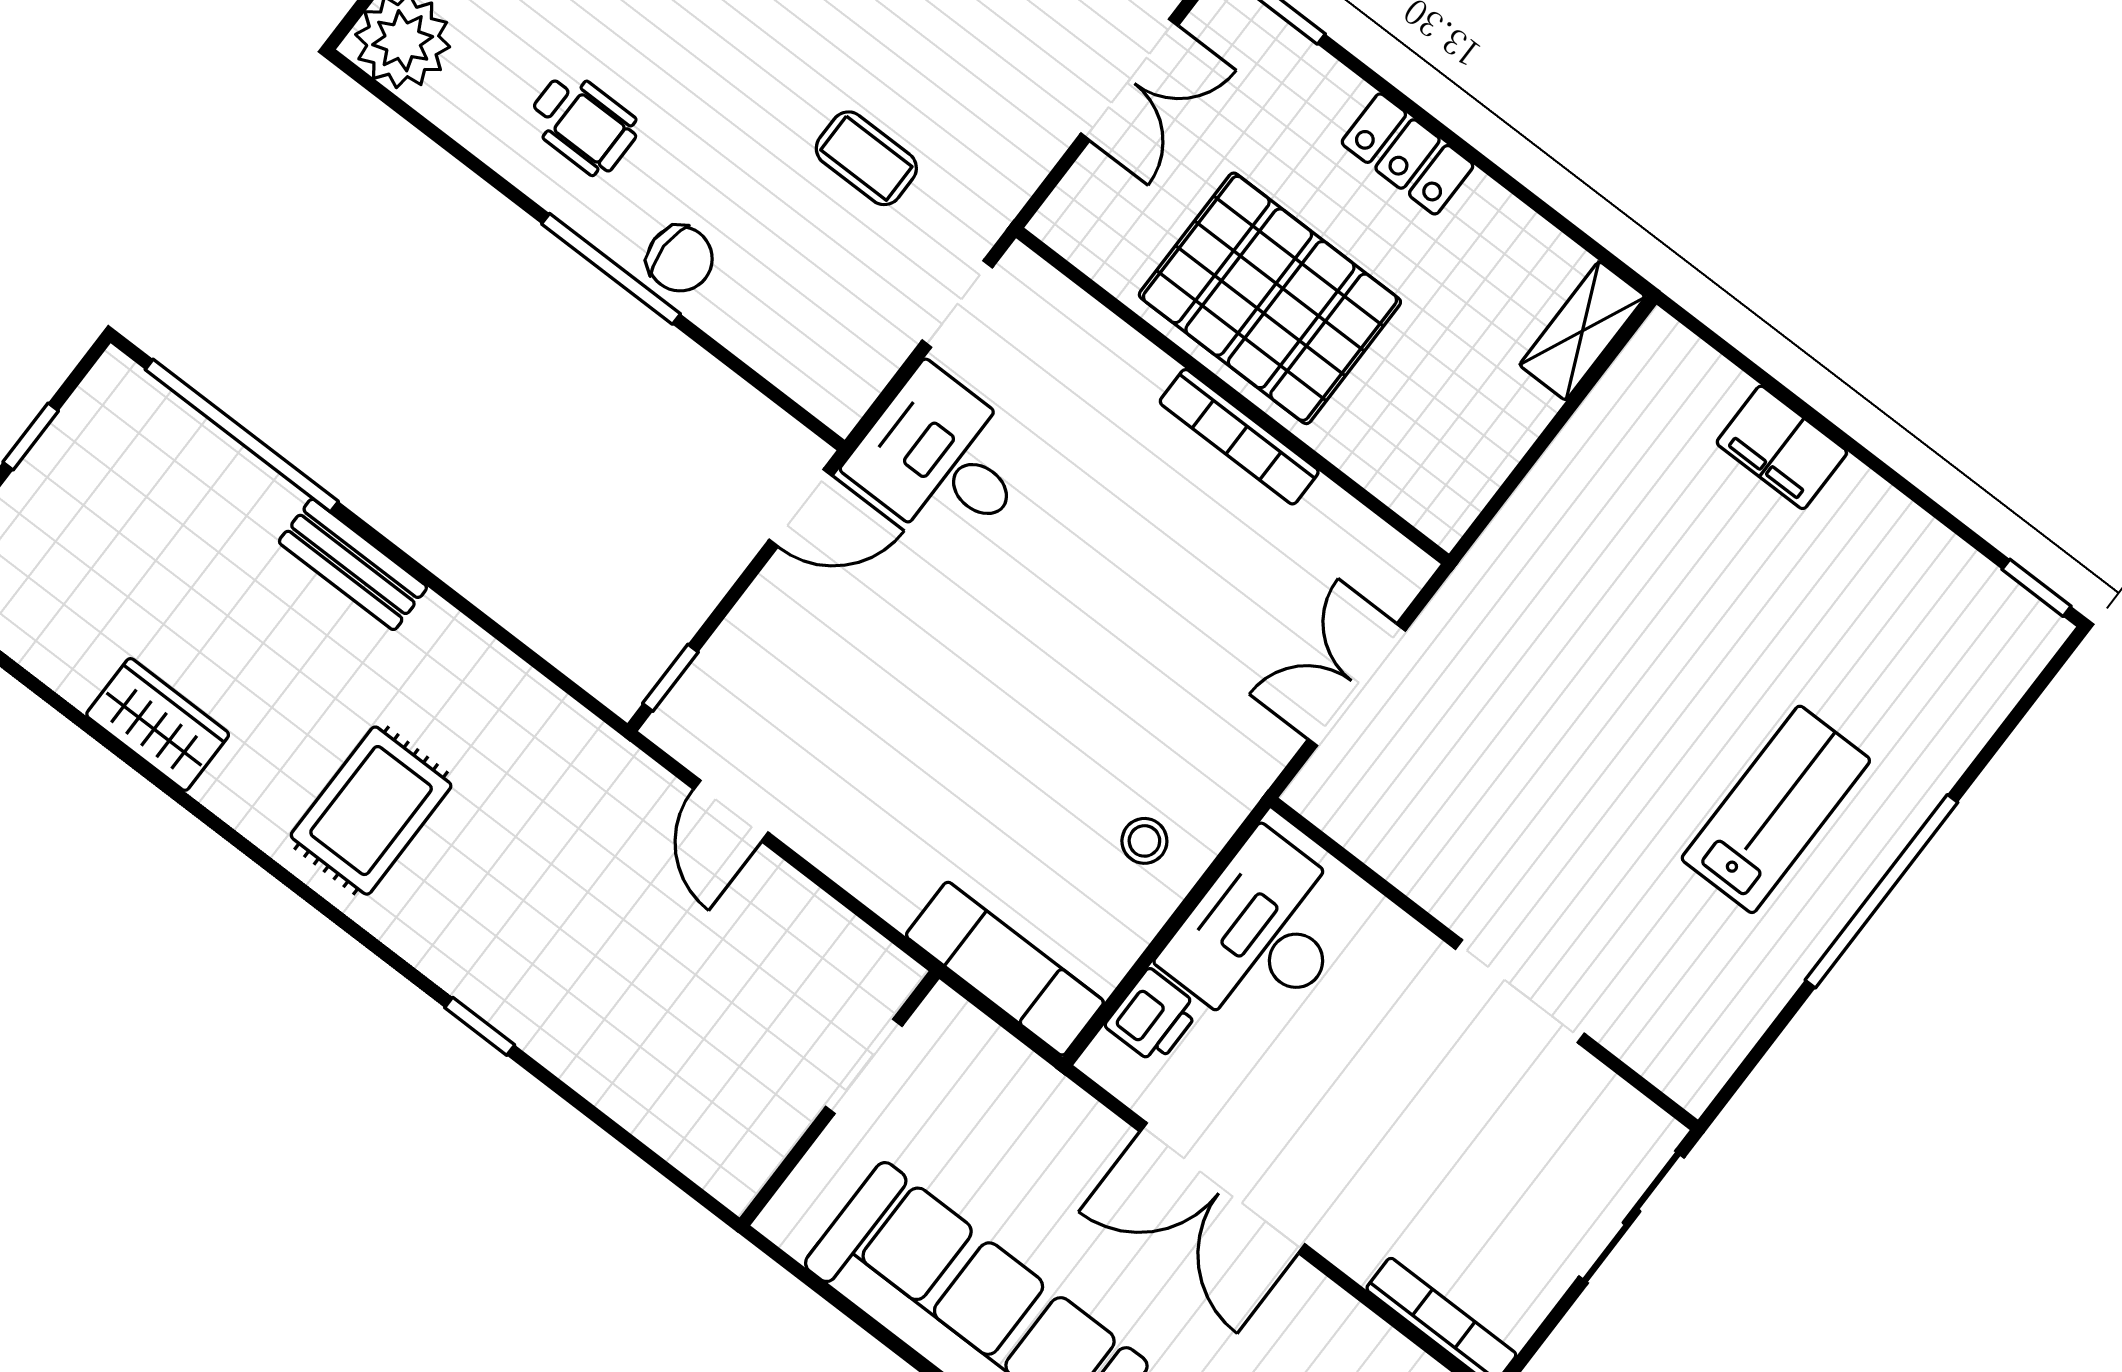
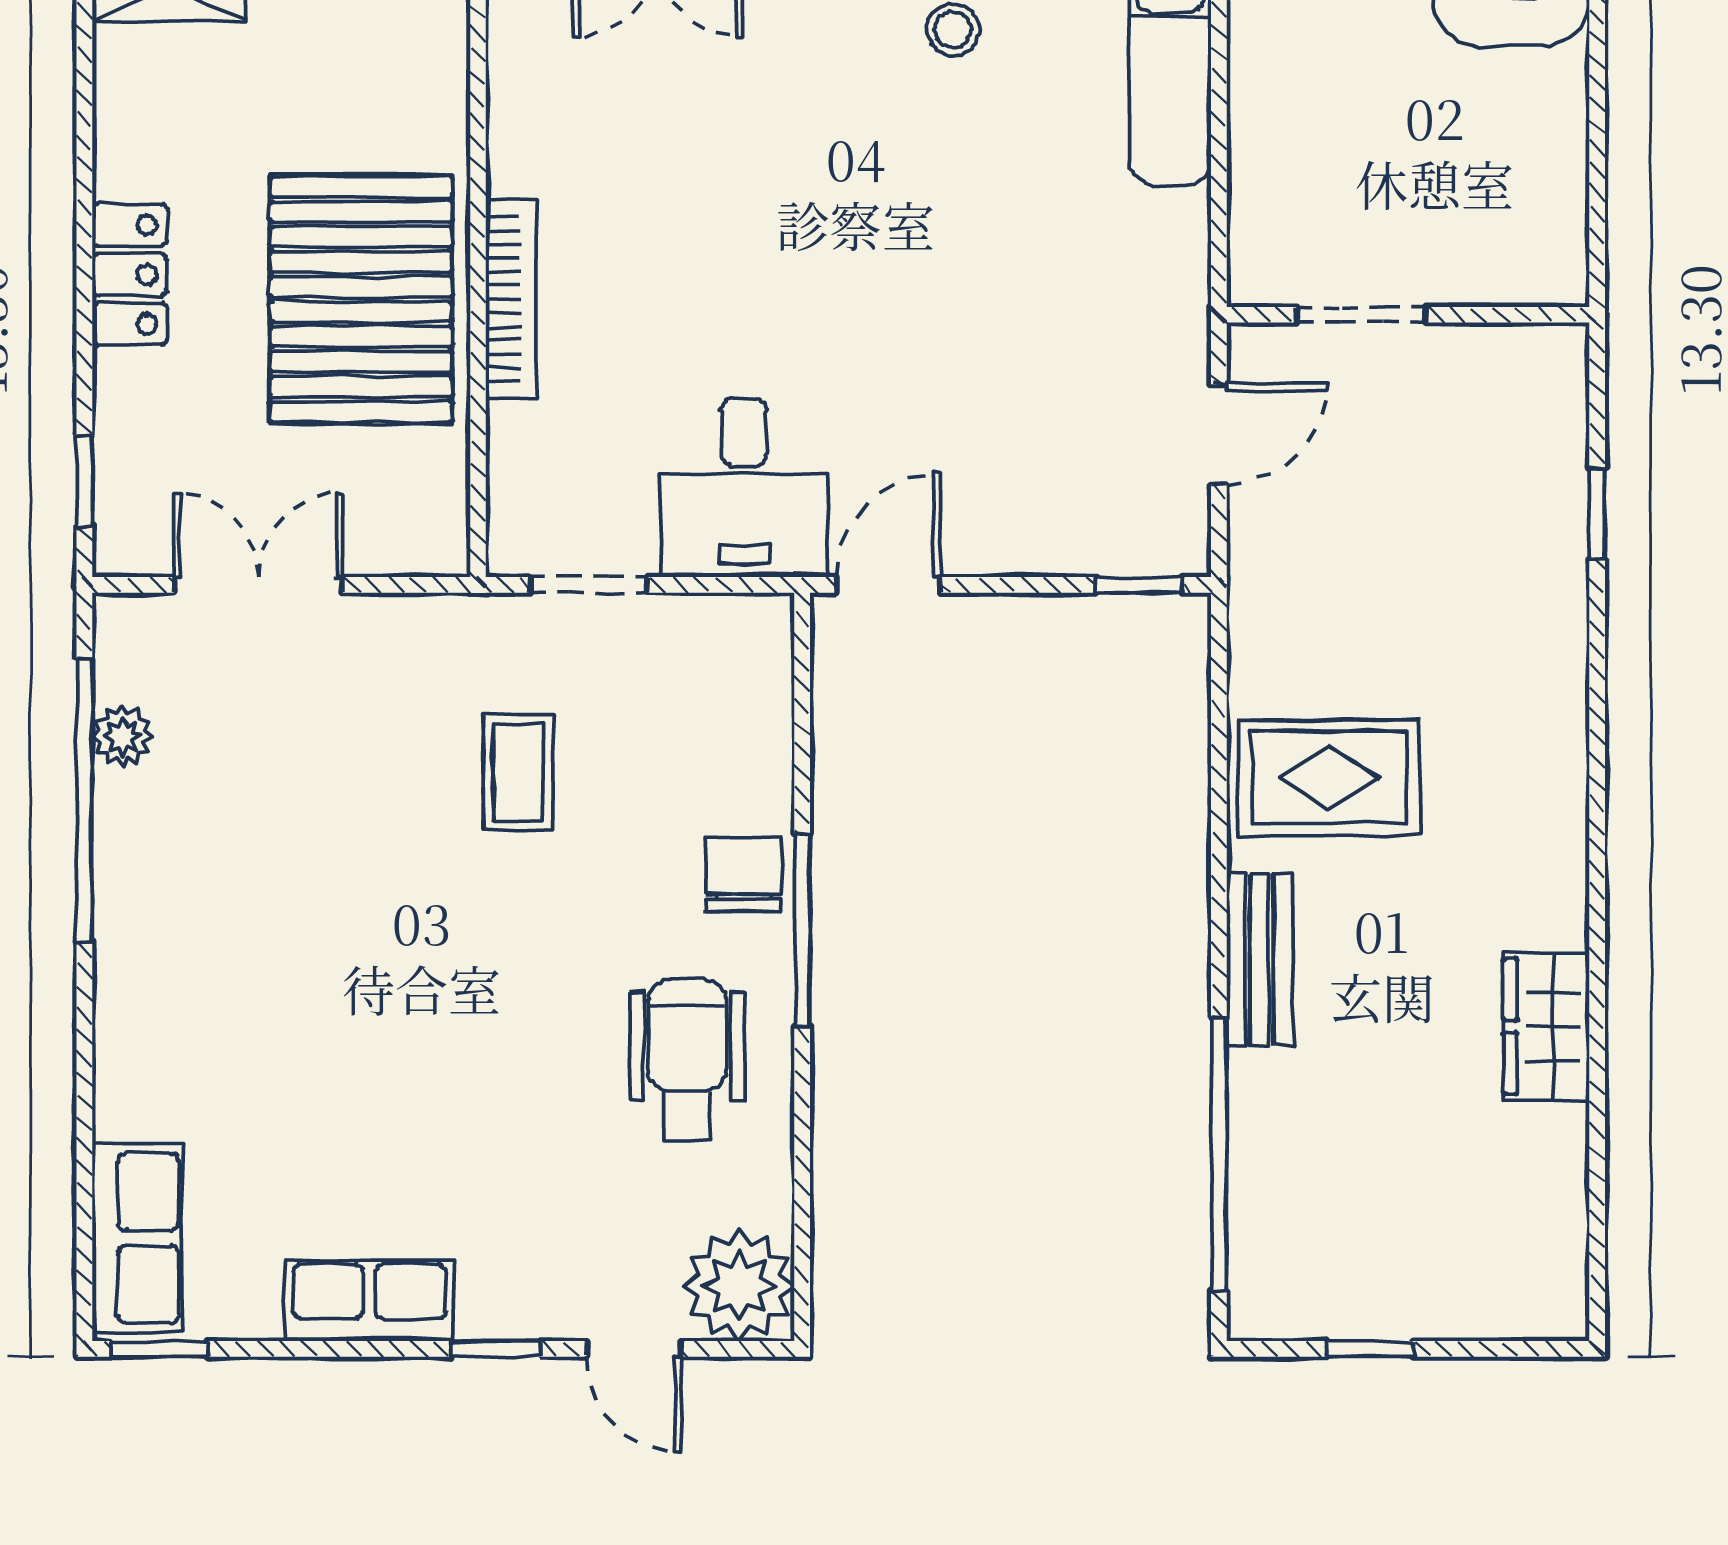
wheelchair: (583, 124) -> (687, 1060), width x1.36, depth x1.37
bookcase: (1239, 437) -> (511, 299), moved
door: (801, 508) -> (889, 585), hinge flipped
rug: (371, 811) -> (1329, 778), moved
doorway: (864, 1066) -> (1361, 315), moved
wall: (839, 1098) -> (1408, 315), moved

